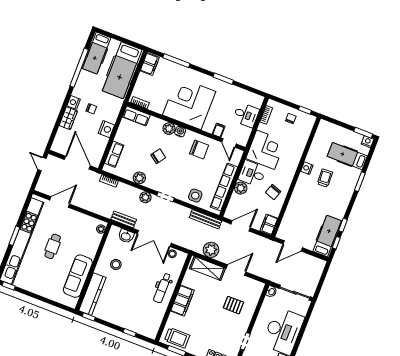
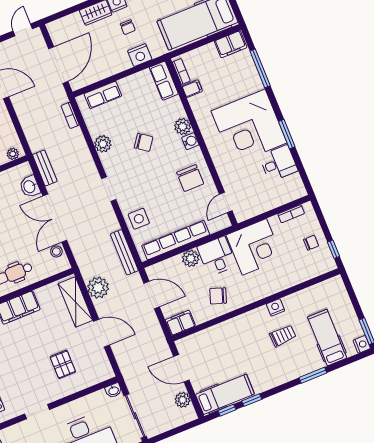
corner desk: (189, 103) -> (249, 127), moved, turned 180
desk: (246, 115) -> (278, 163), moved, turned -90
nightstand: (106, 129) -> (140, 55), moved
filing cabinet: (219, 130) -> (192, 89), moved
plant: (145, 197) -> (183, 400), moved

